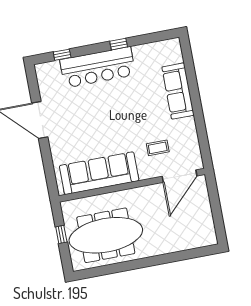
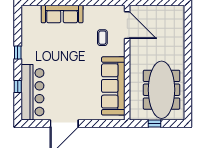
window: (62, 55) -> (18, 86), moved
bar counter: (98, 67) -> (32, 92), moved

